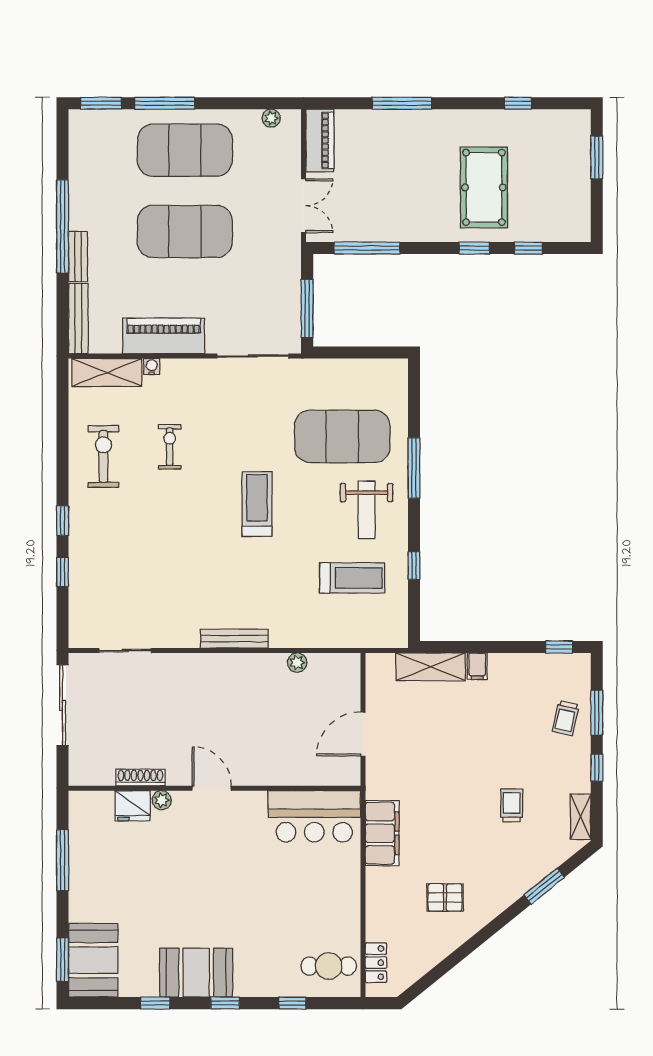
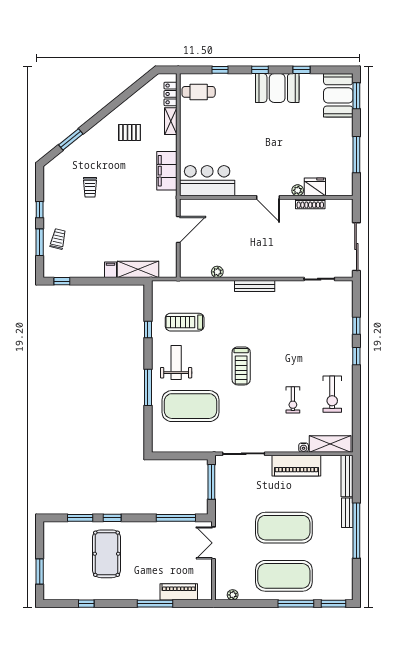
piano: (320, 140) -> (179, 592), moved, turned 90
window: (528, 248) -> (80, 518), width x1.50
shelving: (581, 817) -> (171, 121), moved

